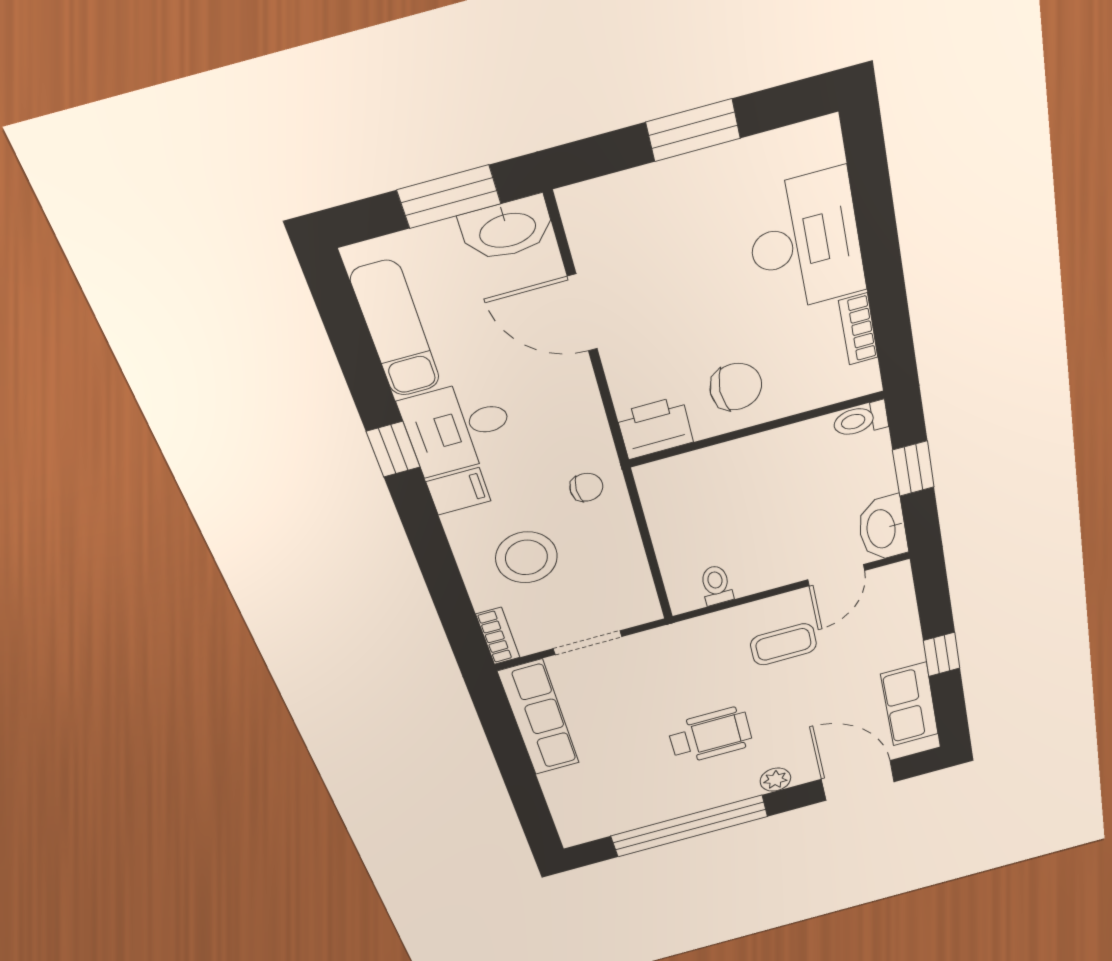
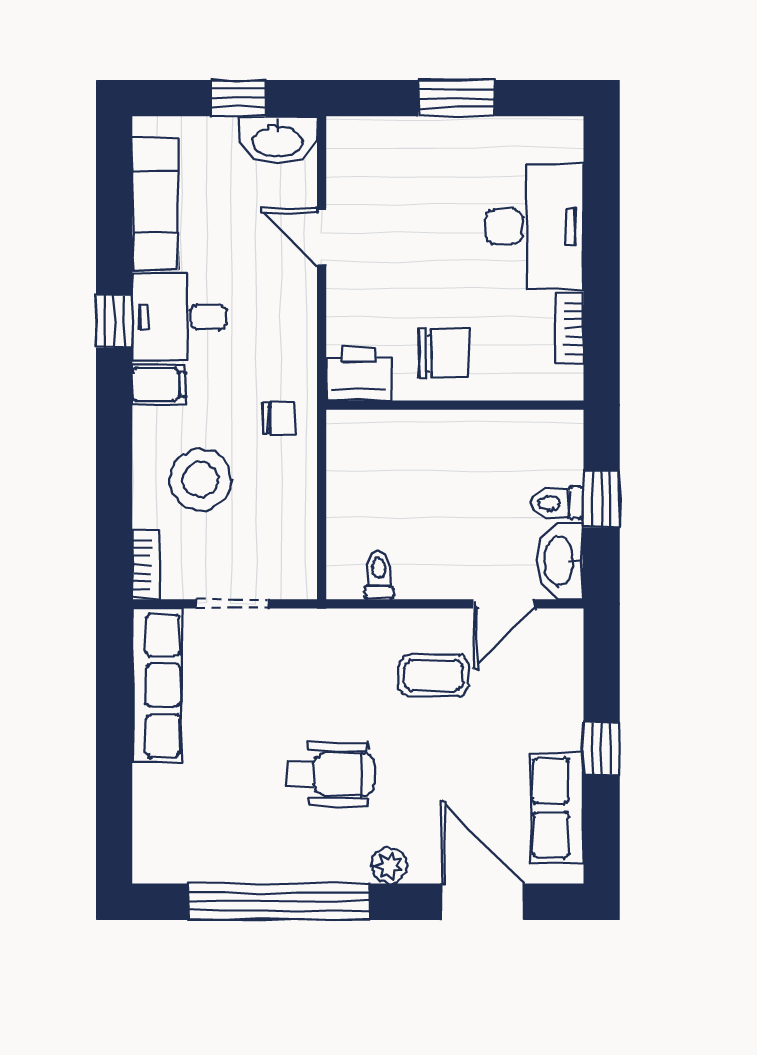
window: (449, 197) -> (238, 98), width x0.67
door: (582, 313) -> (322, 237), width x0.73
toilet: (860, 420) -> (557, 503), moved

